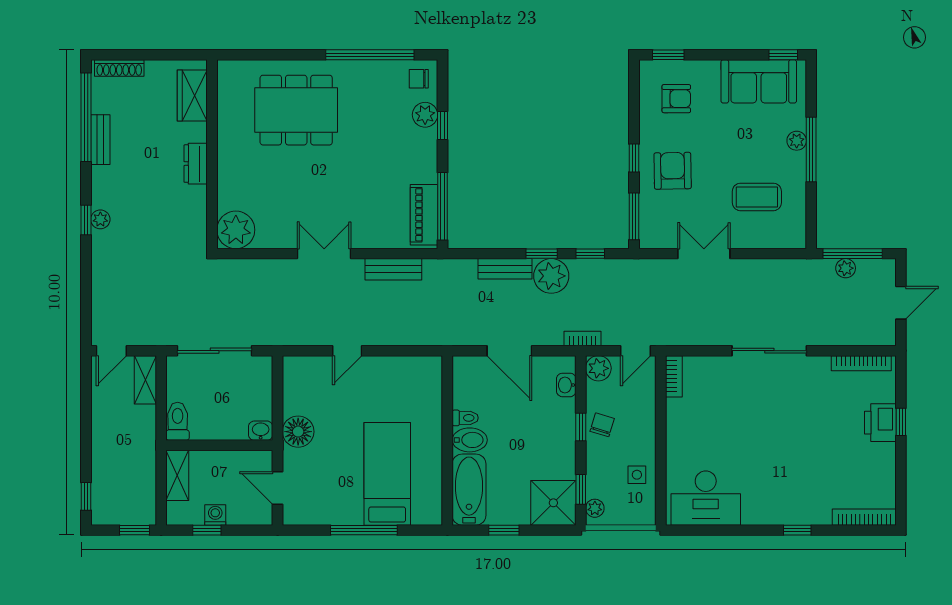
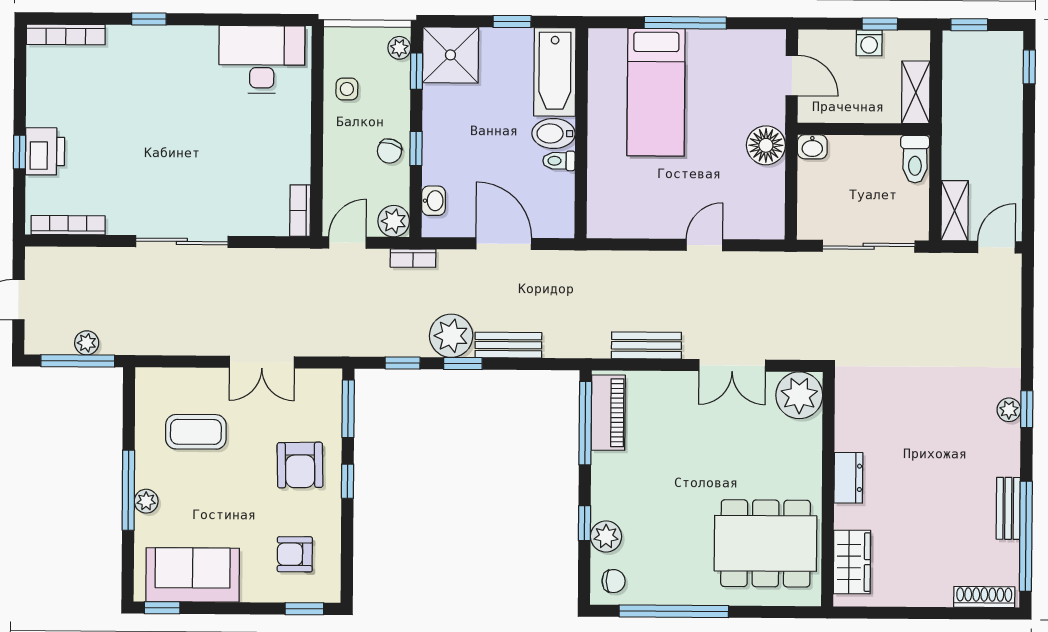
wardrobe: (192, 96) -> (852, 562), moved
wall: (212, 154) -> (828, 489), moved
dresser: (196, 164) -> (848, 478), moved
plant: (236, 230) -> (799, 395), moved

